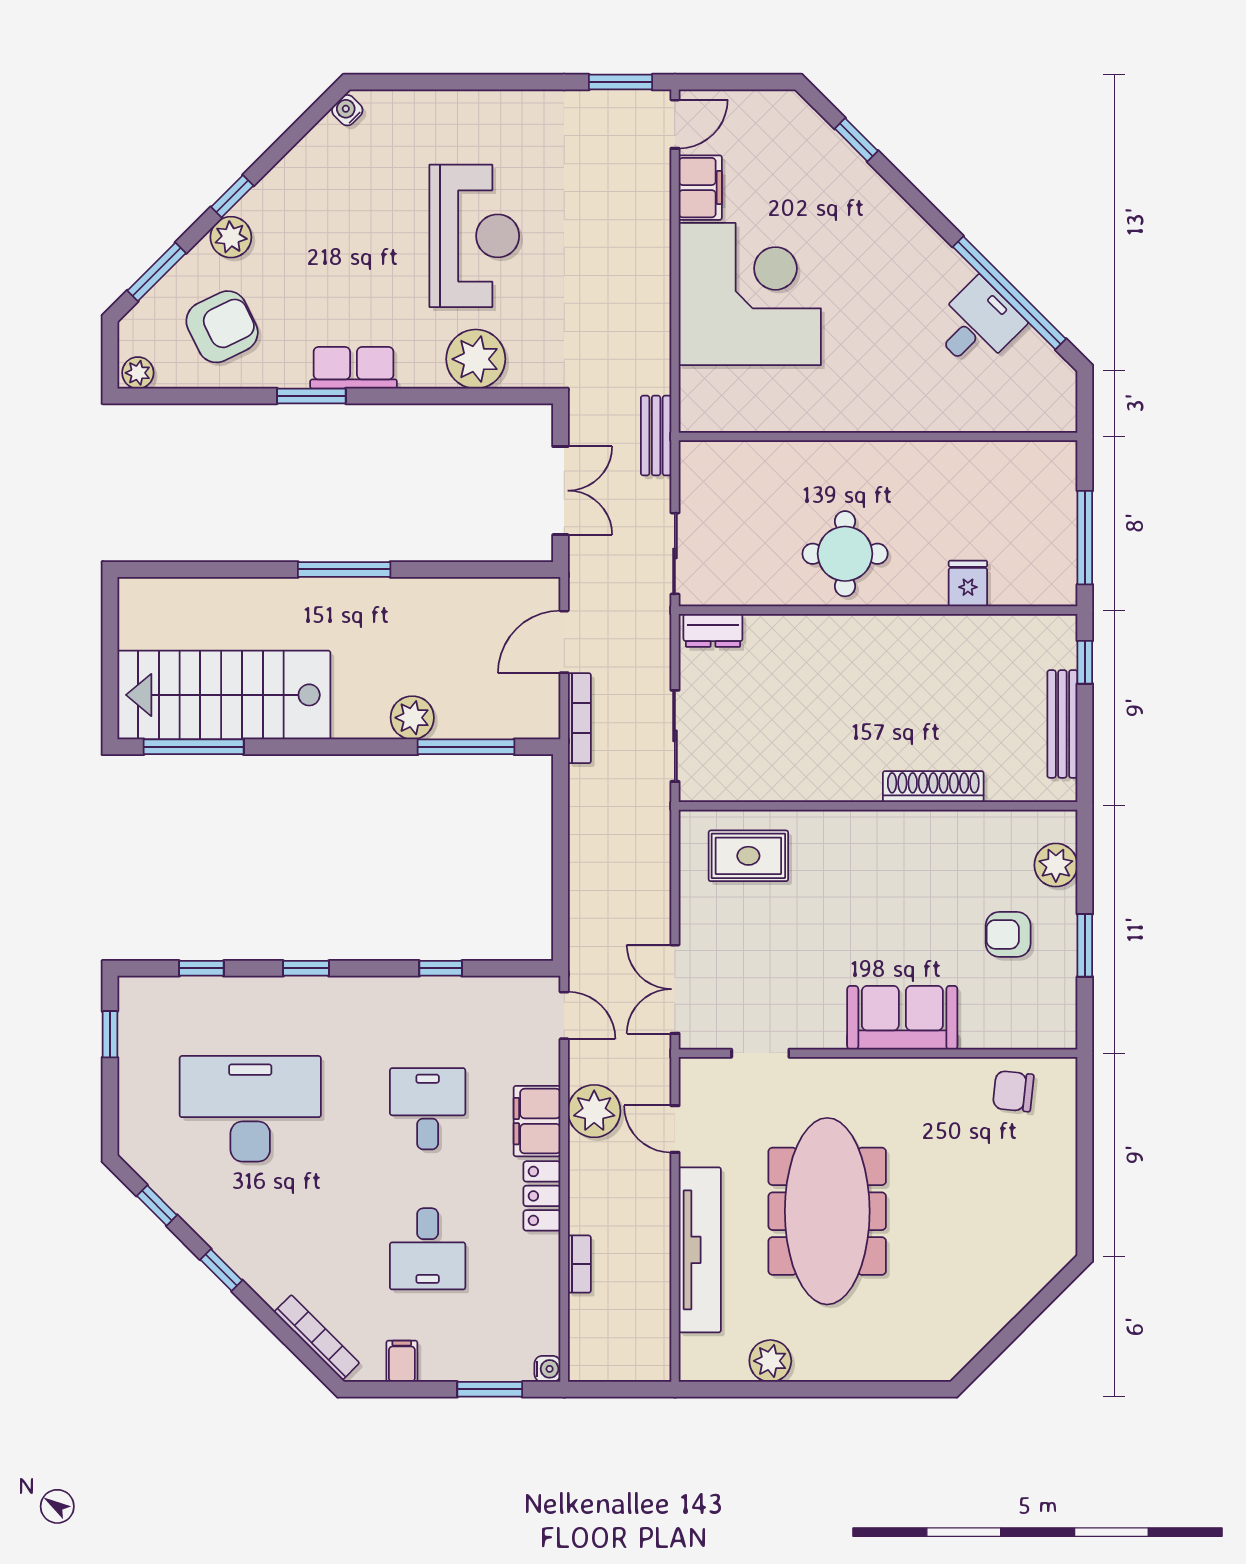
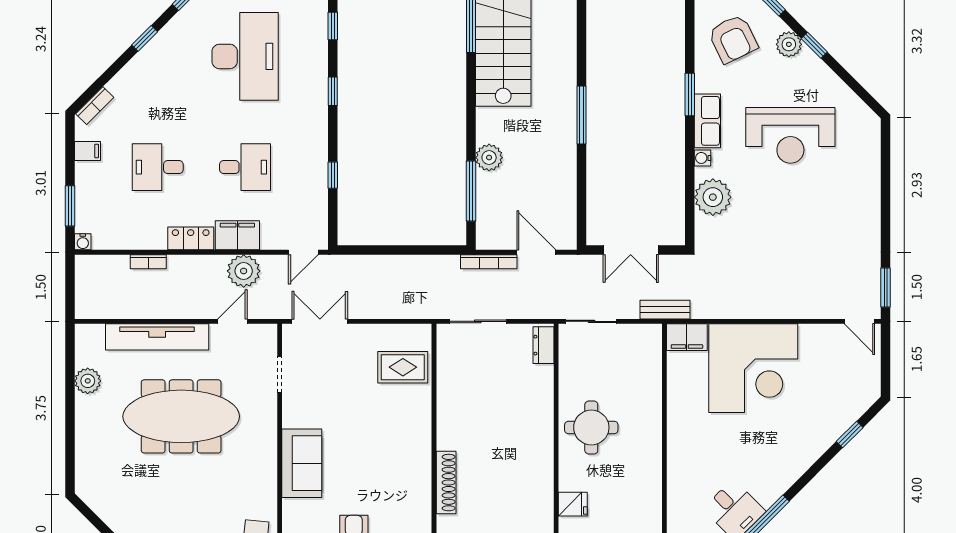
water cooler: (347, 110) -> (703, 158), moved, turned -135
filing cabinet: (700, 188) -> (687, 337), moved
reception desk: (474, 236) -> (790, 135), moved
rug: (748, 856) -> (403, 367), turned 90
bookcase: (317, 1337) -> (95, 106), width x0.64

